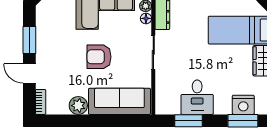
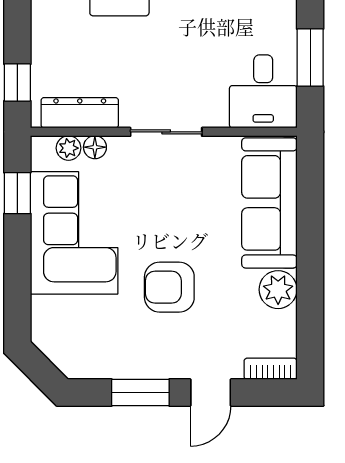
armchair: (99, 57) -> (169, 287), moved, turned 90
desk: (197, 97) -> (263, 91), moved, turned 90

